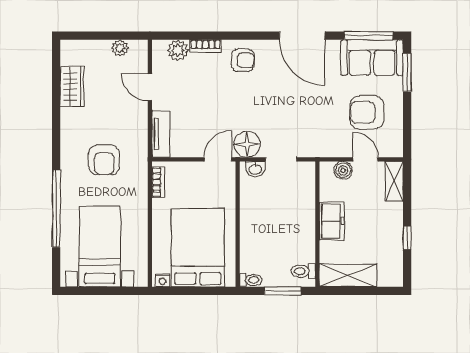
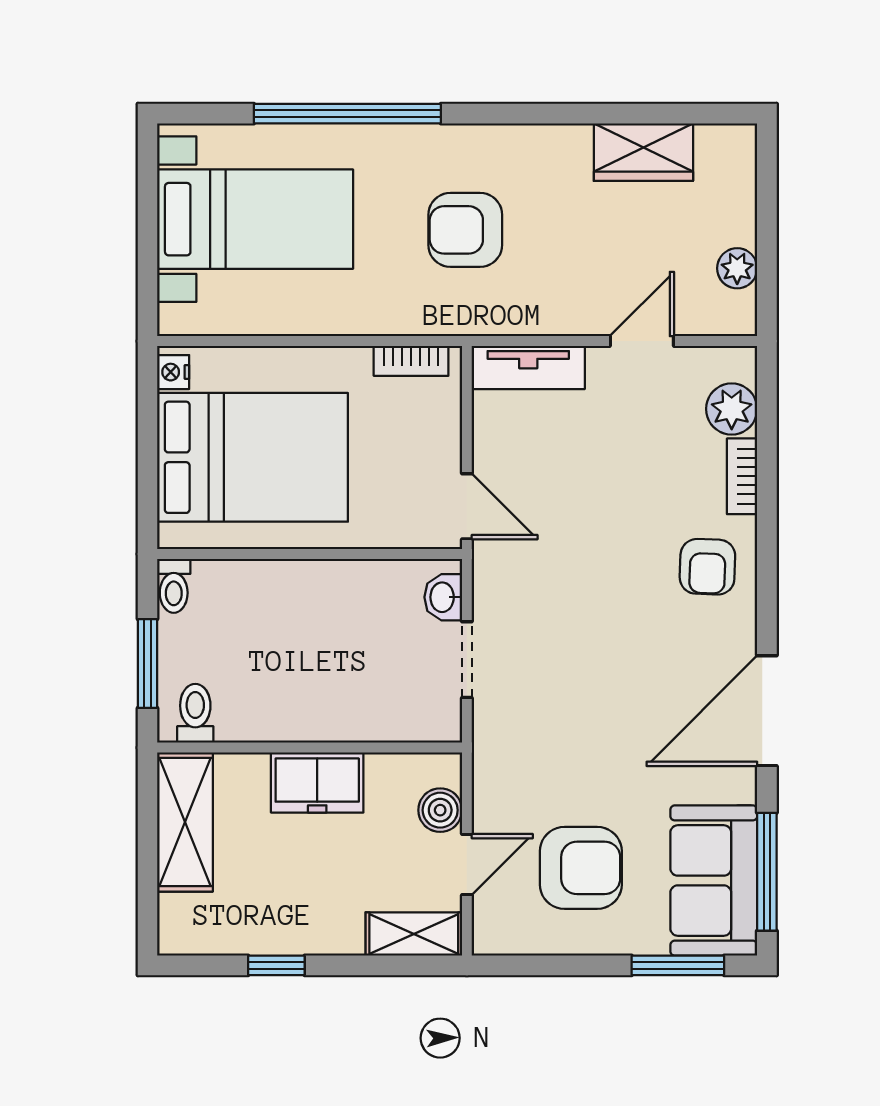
armchair: (367, 112) -> (581, 868), turned 90
floor lamp: (247, 144) -> (503, 577), removed

